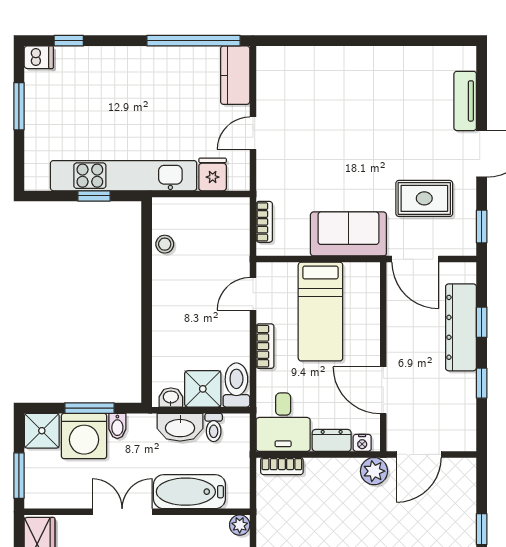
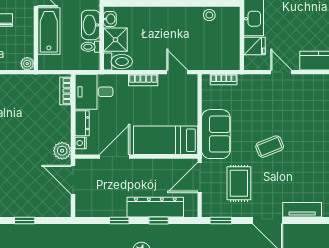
coffee table: (368, 151) -> (270, 147), added
bed: (320, 312) -> (166, 140), moved

